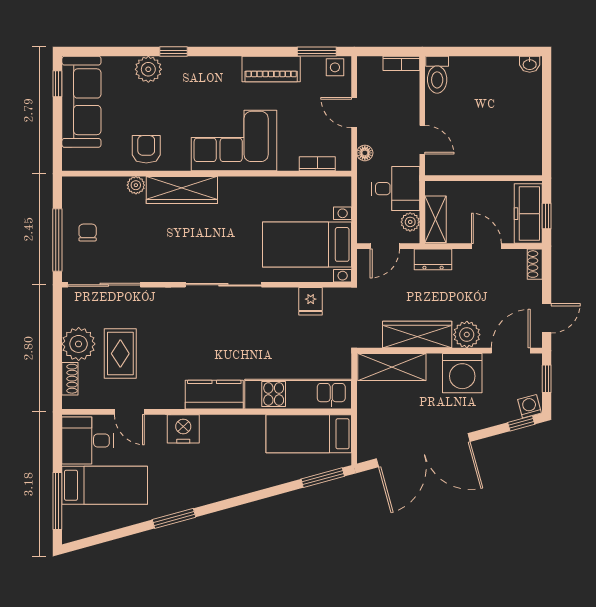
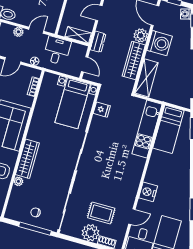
plant: (410, 222) -> (18, 32), moved
kitchen counter: (214, 395) -> (135, 171), removed

